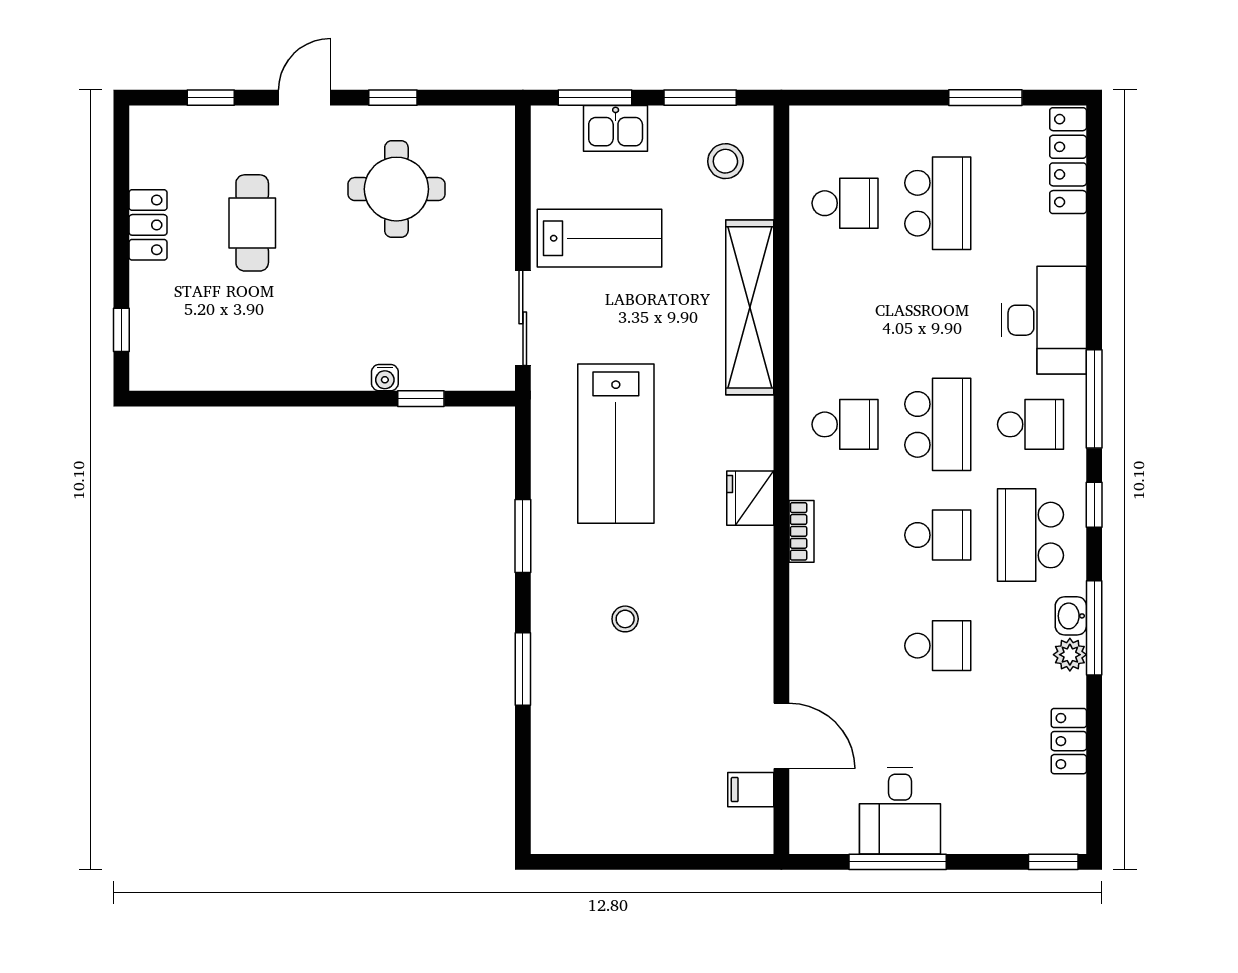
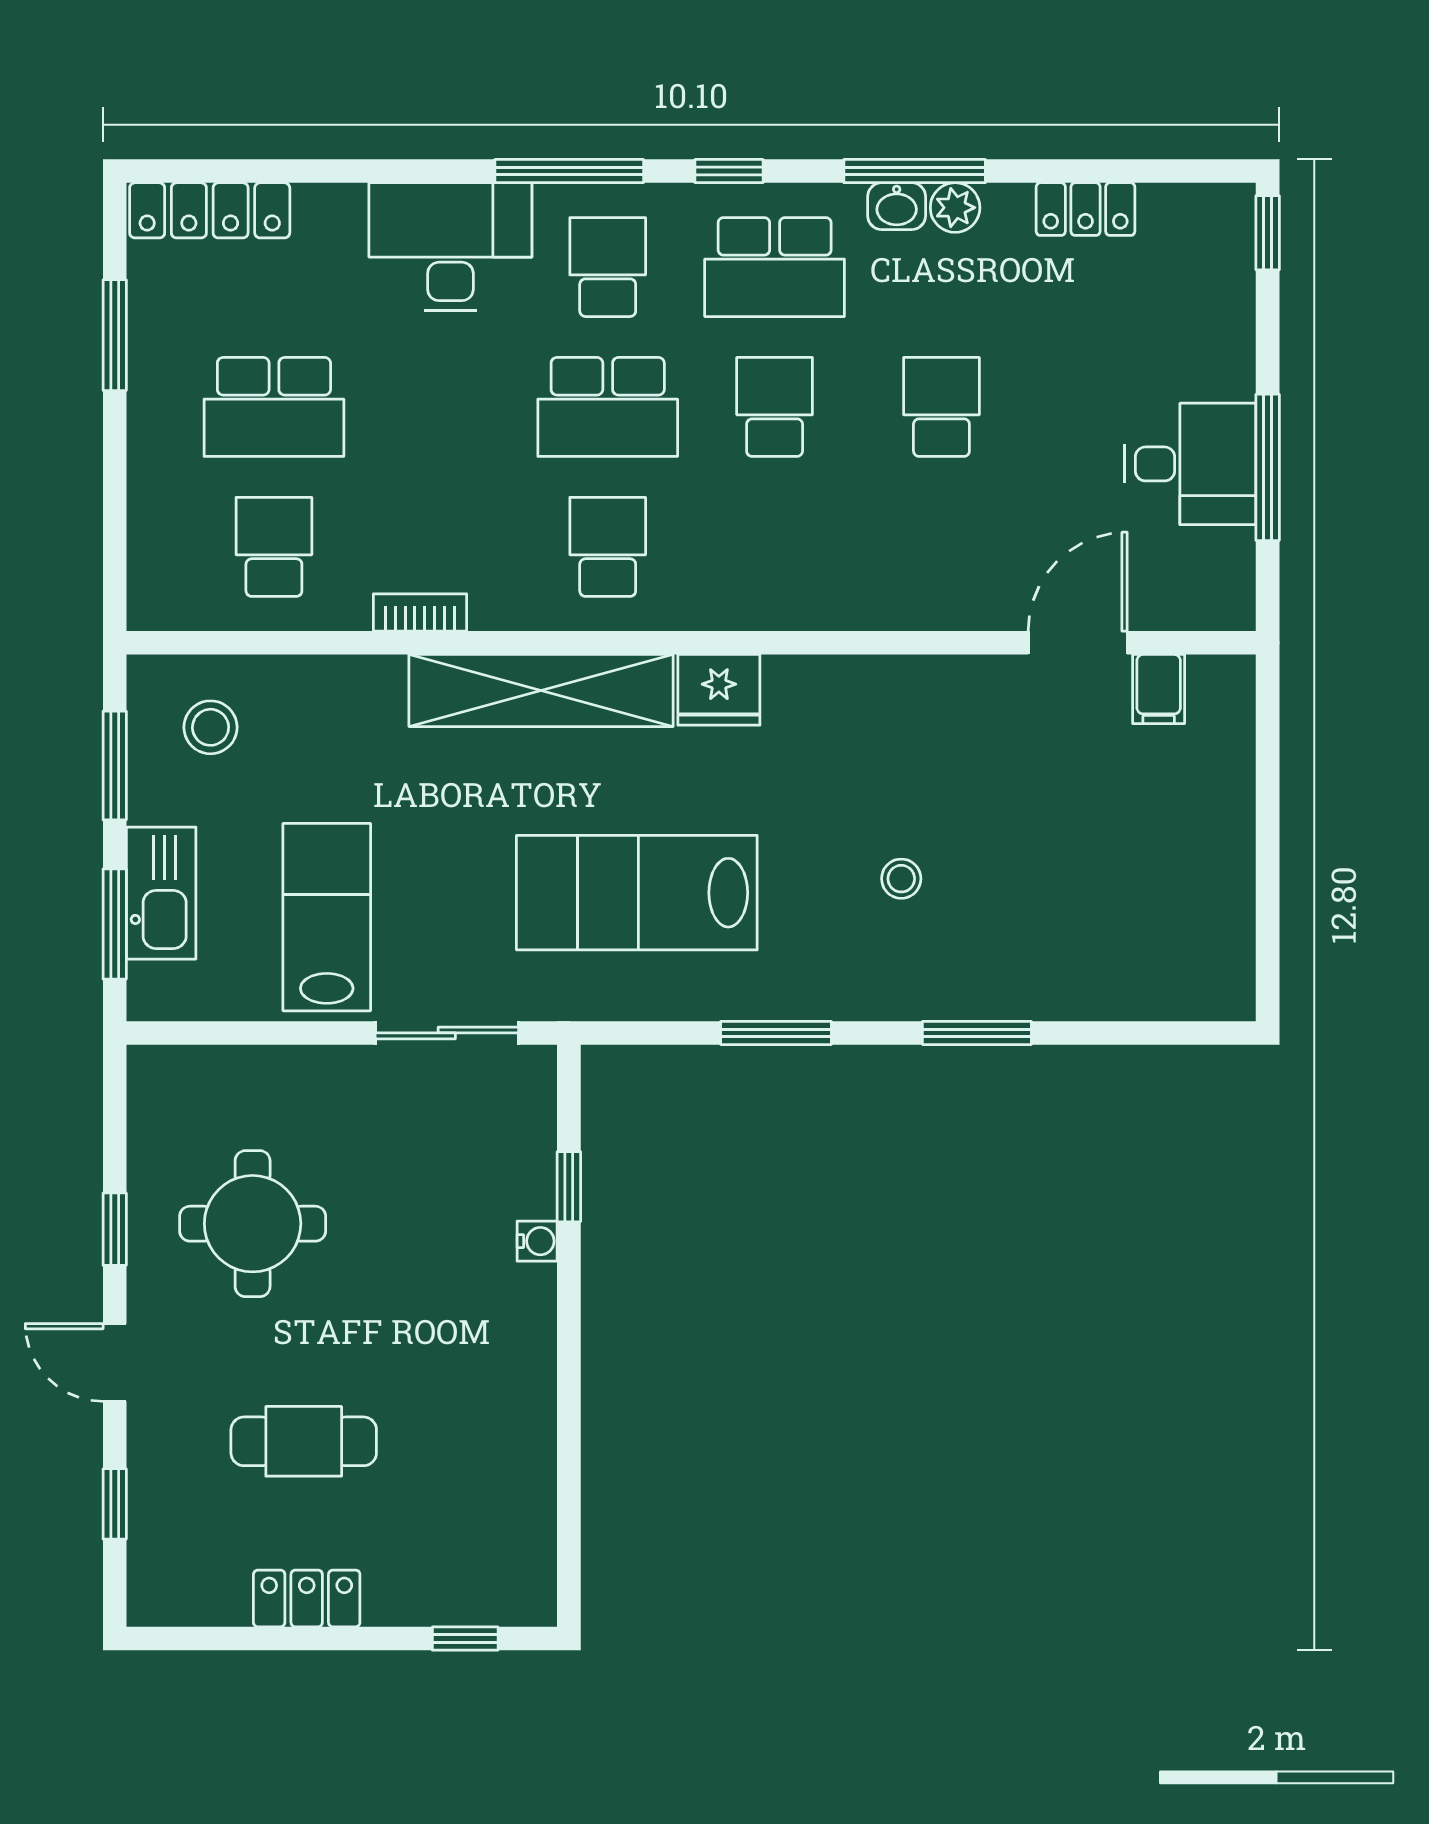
kitchen sink: (616, 128) -> (161, 893), width x1.38
school desk: (938, 203) -> (274, 407), turned 180
shelving: (750, 307) -> (541, 690), moved
school desk: (938, 424) -> (608, 407), turned 180
lab bench: (616, 444) -> (637, 893), turned 180
bookcase: (802, 531) -> (420, 612), moved

